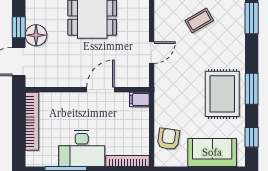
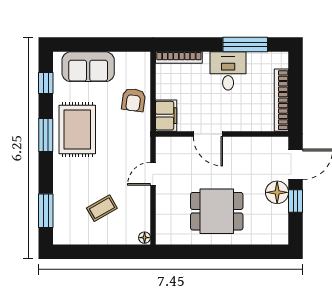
door: (100, 90) -> (208, 134), hinge flipped
filing cabinet: (139, 99) -> (166, 116), width x2.00
armchair: (168, 139) -> (134, 100), moved
desk: (82, 149) -> (228, 71), width x0.73

